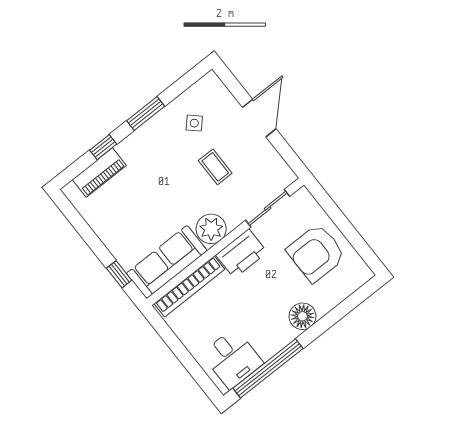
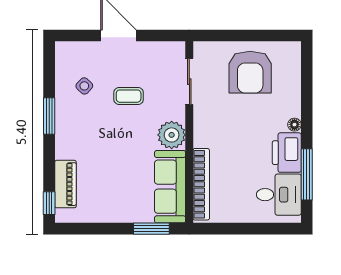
window: (103, 147) -> (49, 203), moved
printer: (242, 254) -> (287, 153), moved, turned 180
window: (119, 274) -> (151, 229), width x1.50
floor lamp: (302, 316) -> (294, 125), width x0.53, depth x0.53
window: (268, 368) -> (307, 174), width x0.68

